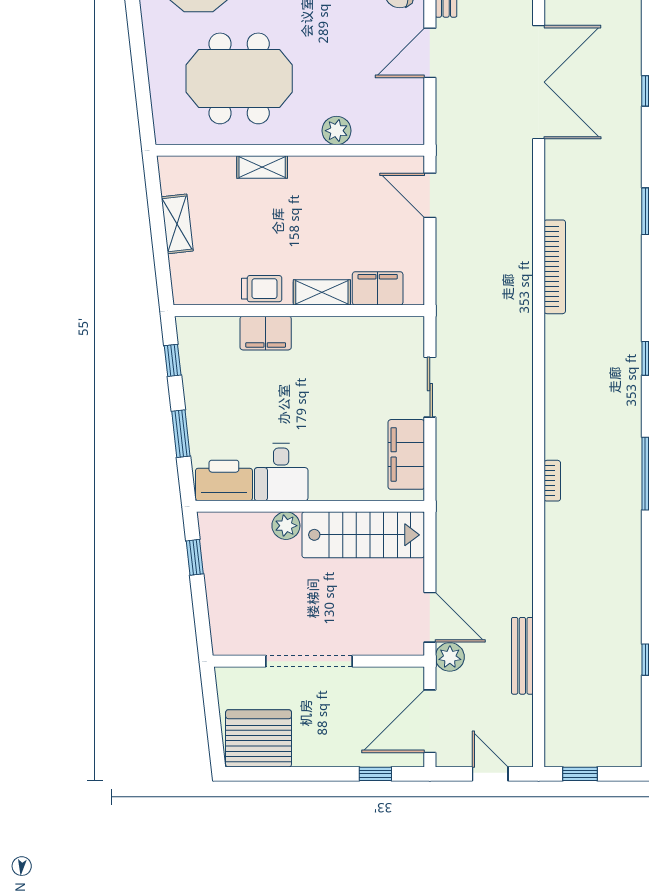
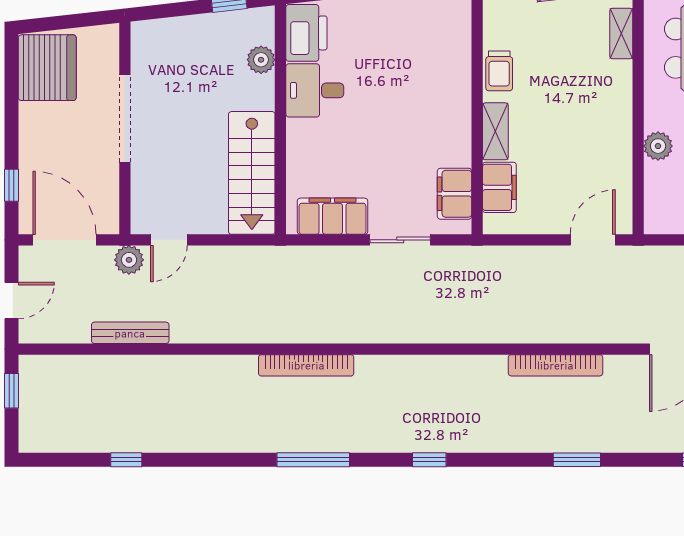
shelving: (262, 167) -> (621, 33), moved
bookcase: (555, 267) -> (555, 365), moved
filing cabinet: (266, 333) -> (455, 194), moved
bookcase: (552, 481) -> (306, 365), width x2.31, depth x1.31
plant: (286, 526) -> (261, 60), moved
door: (430, 617) -> (169, 240), width x0.73

